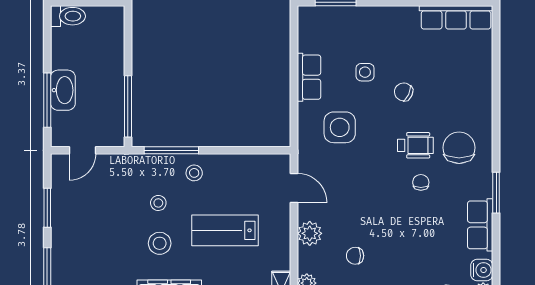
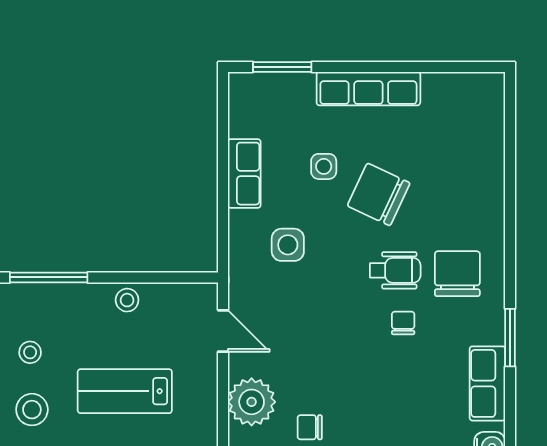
row of seats: (456, 17) -> (368, 89), moved
chair: (404, 92) -> (379, 194), width x1.87, depth x1.87
side table: (340, 127) -> (288, 245), width x0.73, depth x0.73
stool: (194, 173) -> (127, 300), moved
plant: (310, 233) -> (252, 402), width x1.36, depth x1.36

